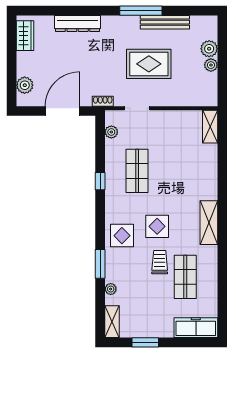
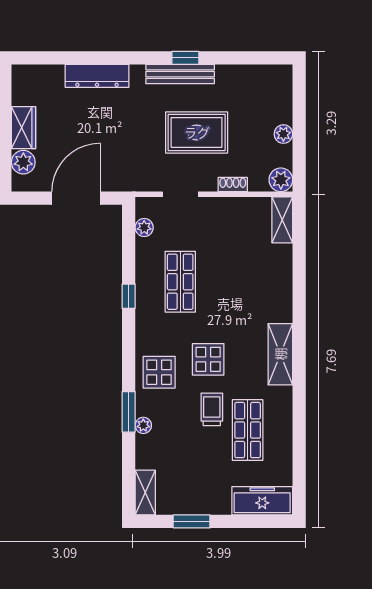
window: (141, 11) -> (185, 58), width x0.46
bench: (165, 22) -> (180, 74), moved
wardrobe: (25, 36) -> (24, 128), moved
plant: (209, 49) -> (281, 180), moved
shoe rack: (103, 101) -> (233, 185), moved
plant: (111, 289) -> (143, 425), moved

